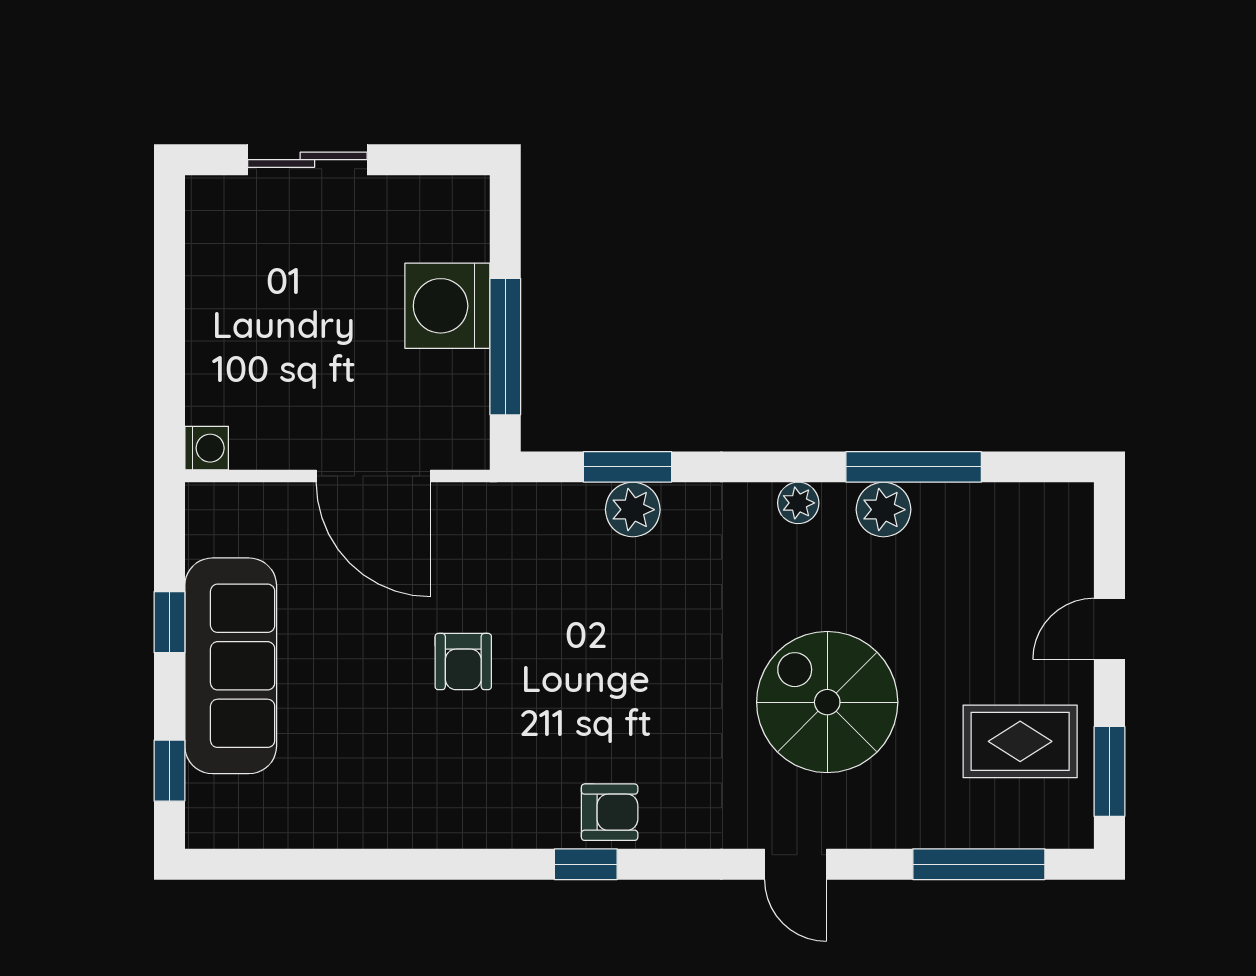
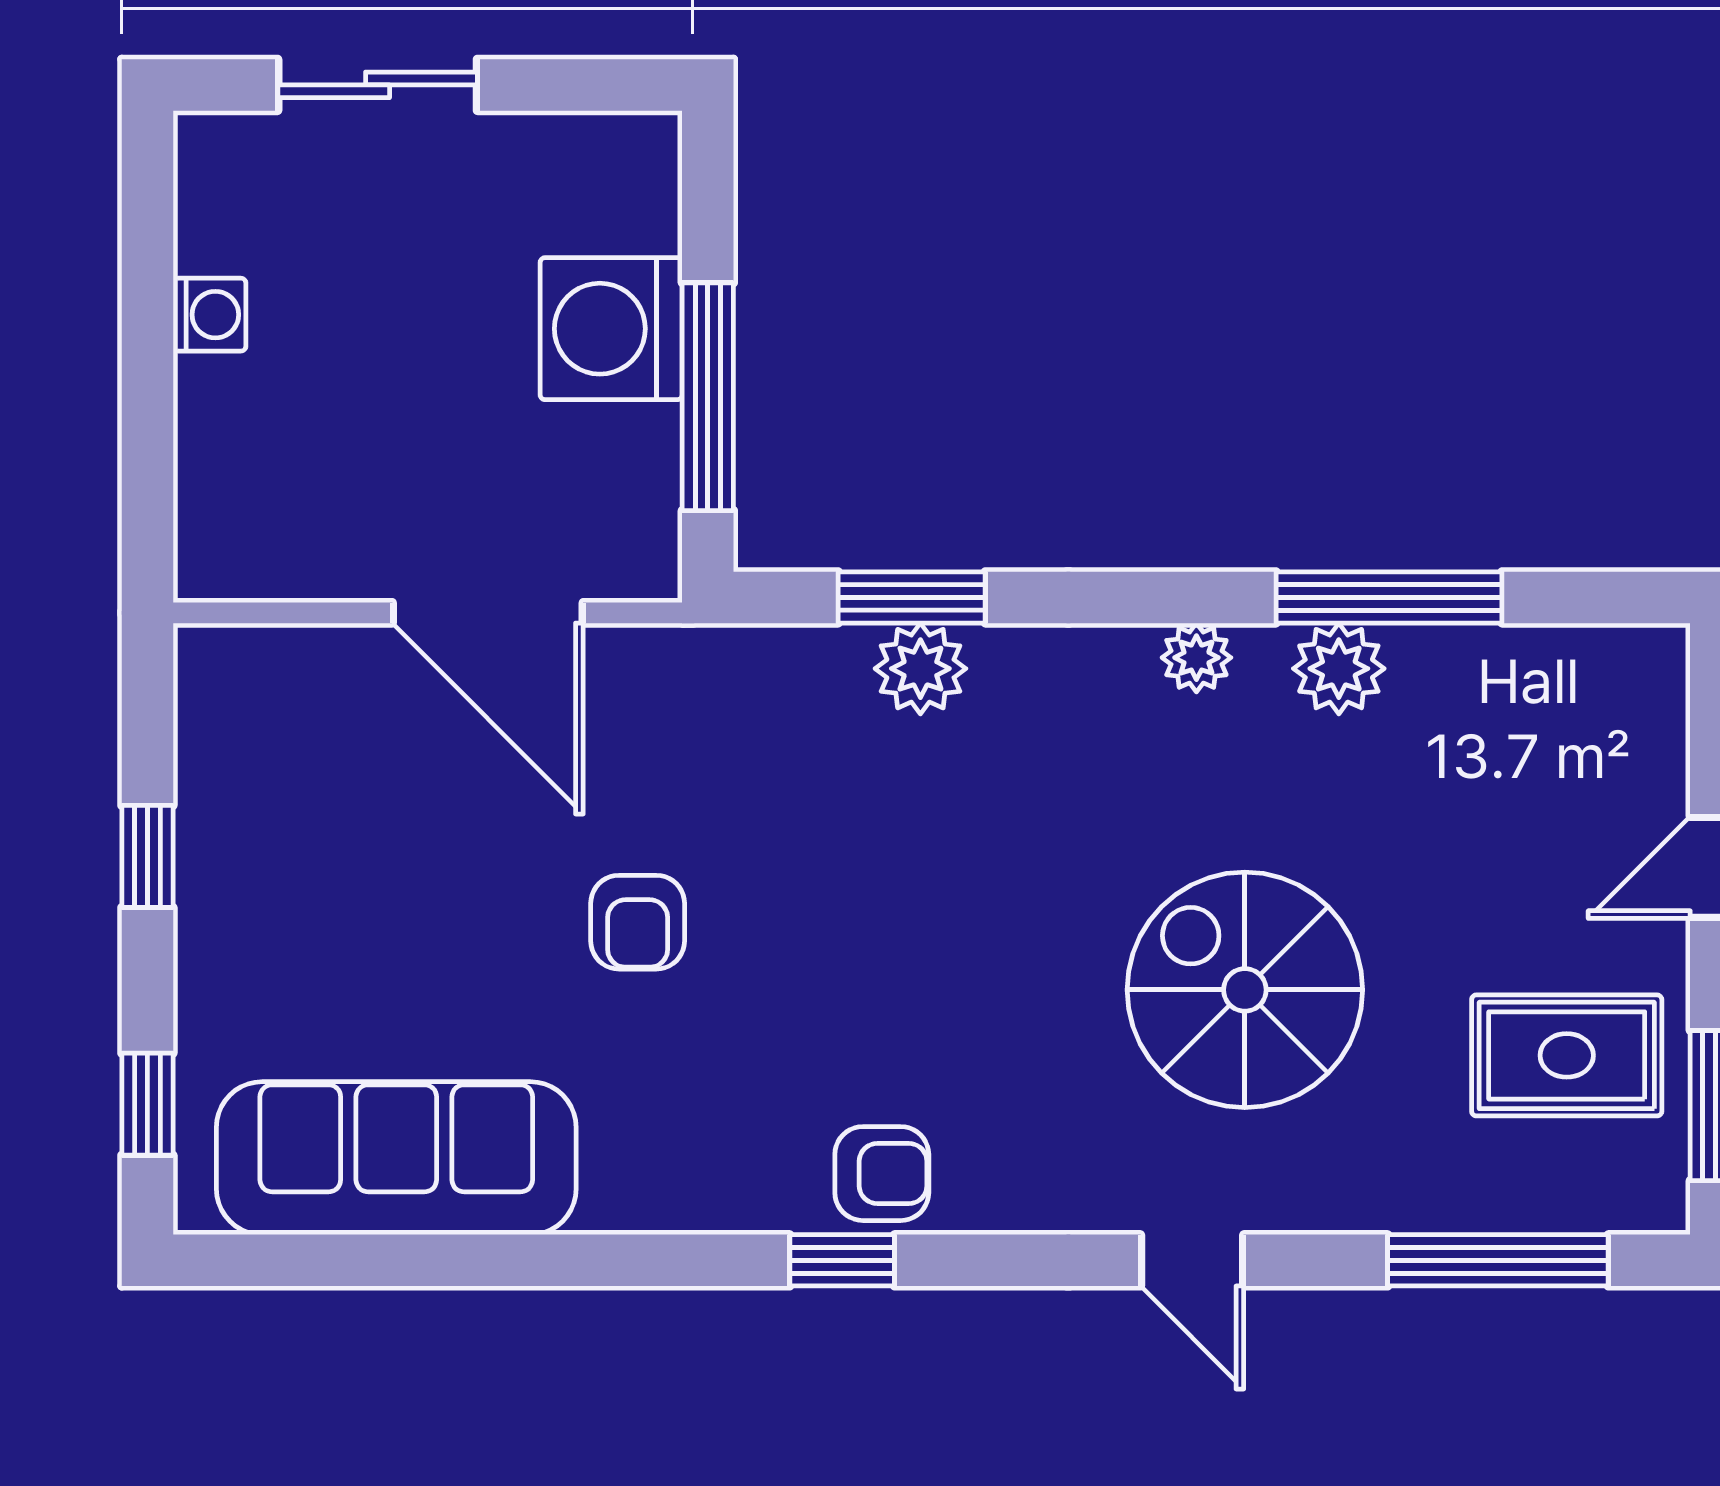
washing machine: (207, 448) -> (210, 315), moved
sofa: (231, 666) -> (396, 1158), moved, turned -90

